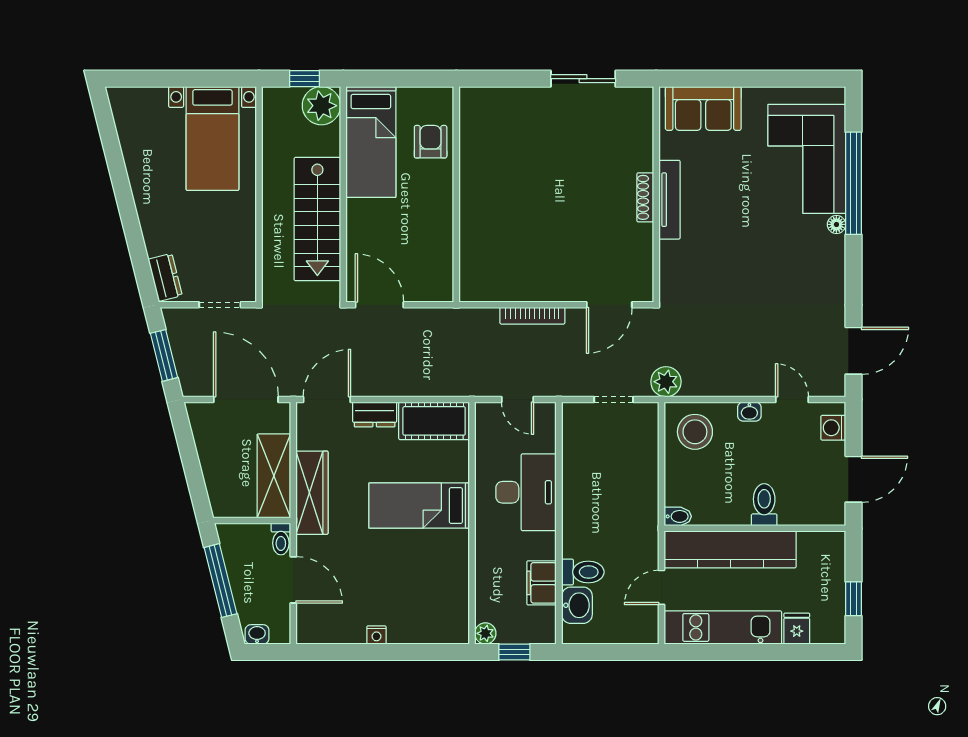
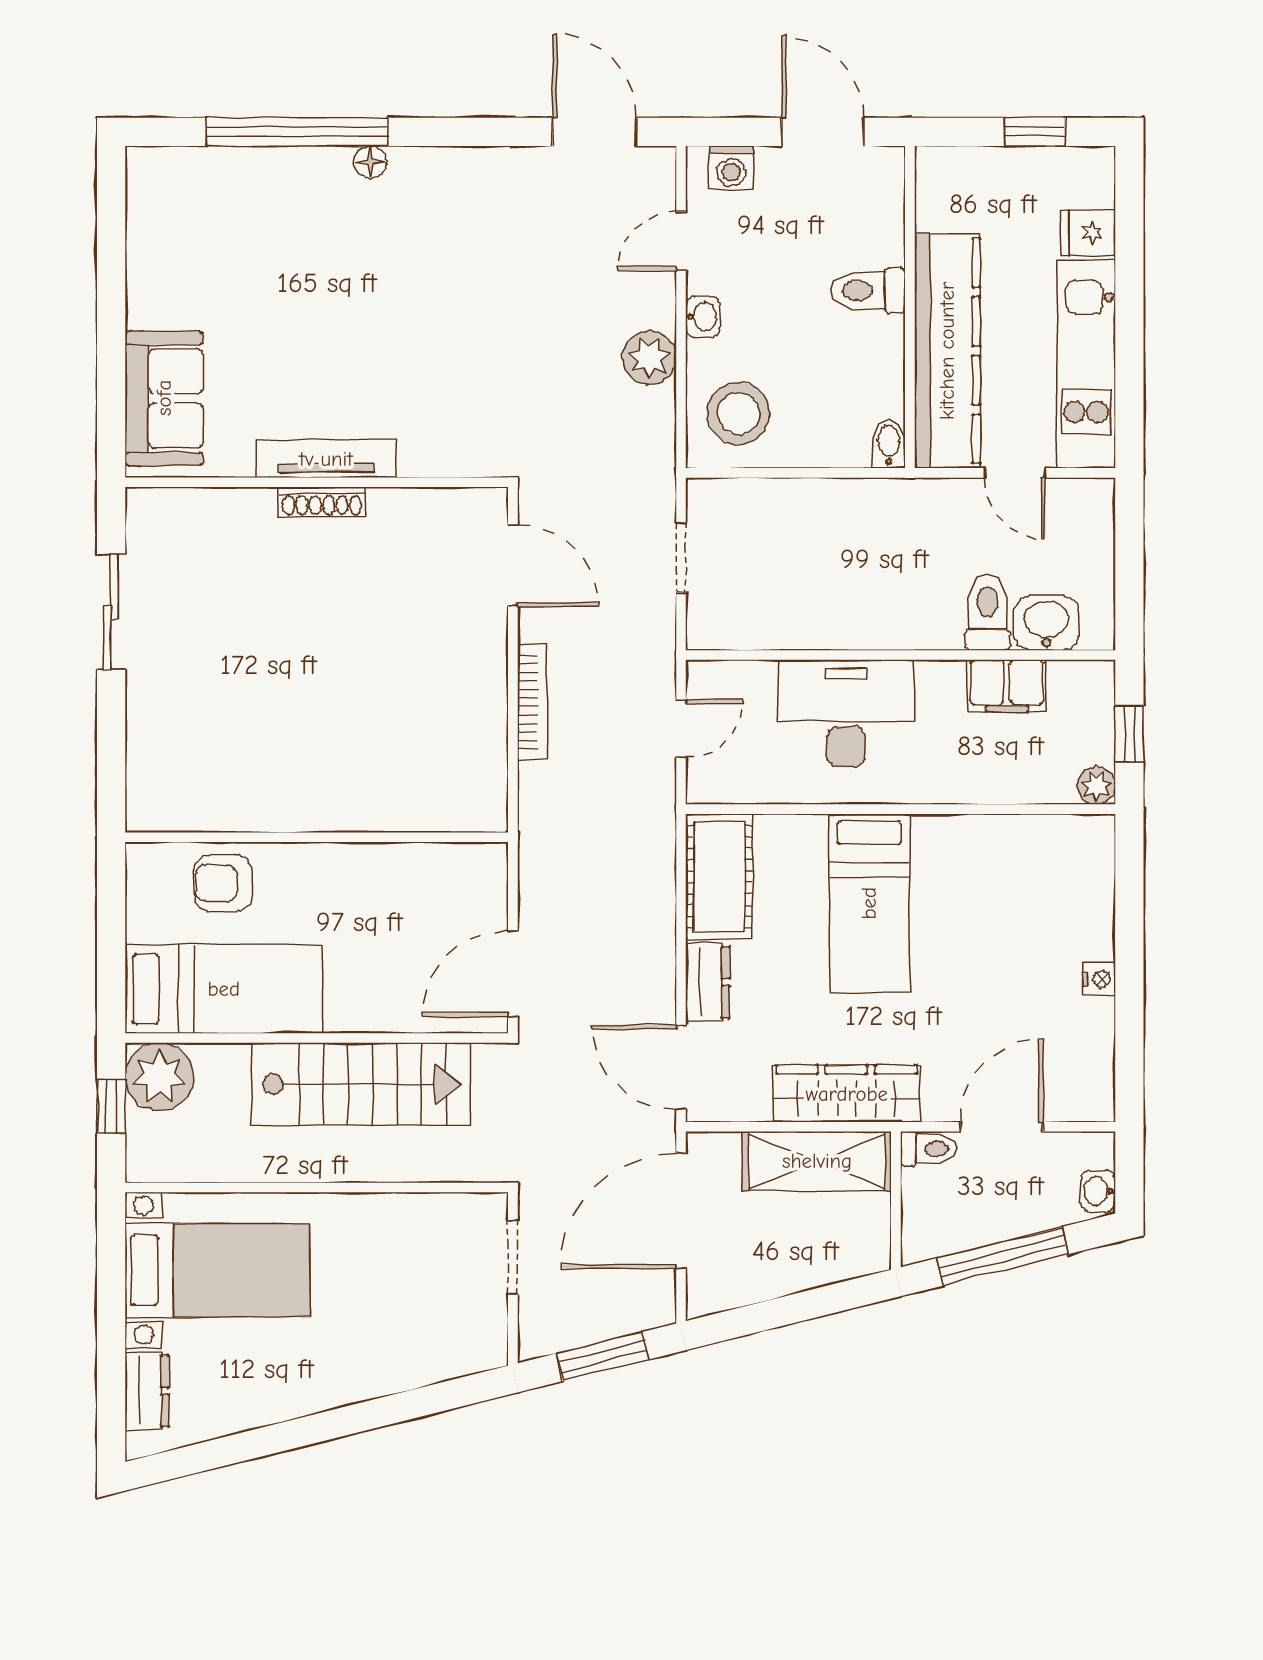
corner sofa: (807, 159) -> (254, 215), removed
dresser: (165, 277) -> (147, 1391), moved, turned 104
plant: (666, 382) -> (650, 358), moved

